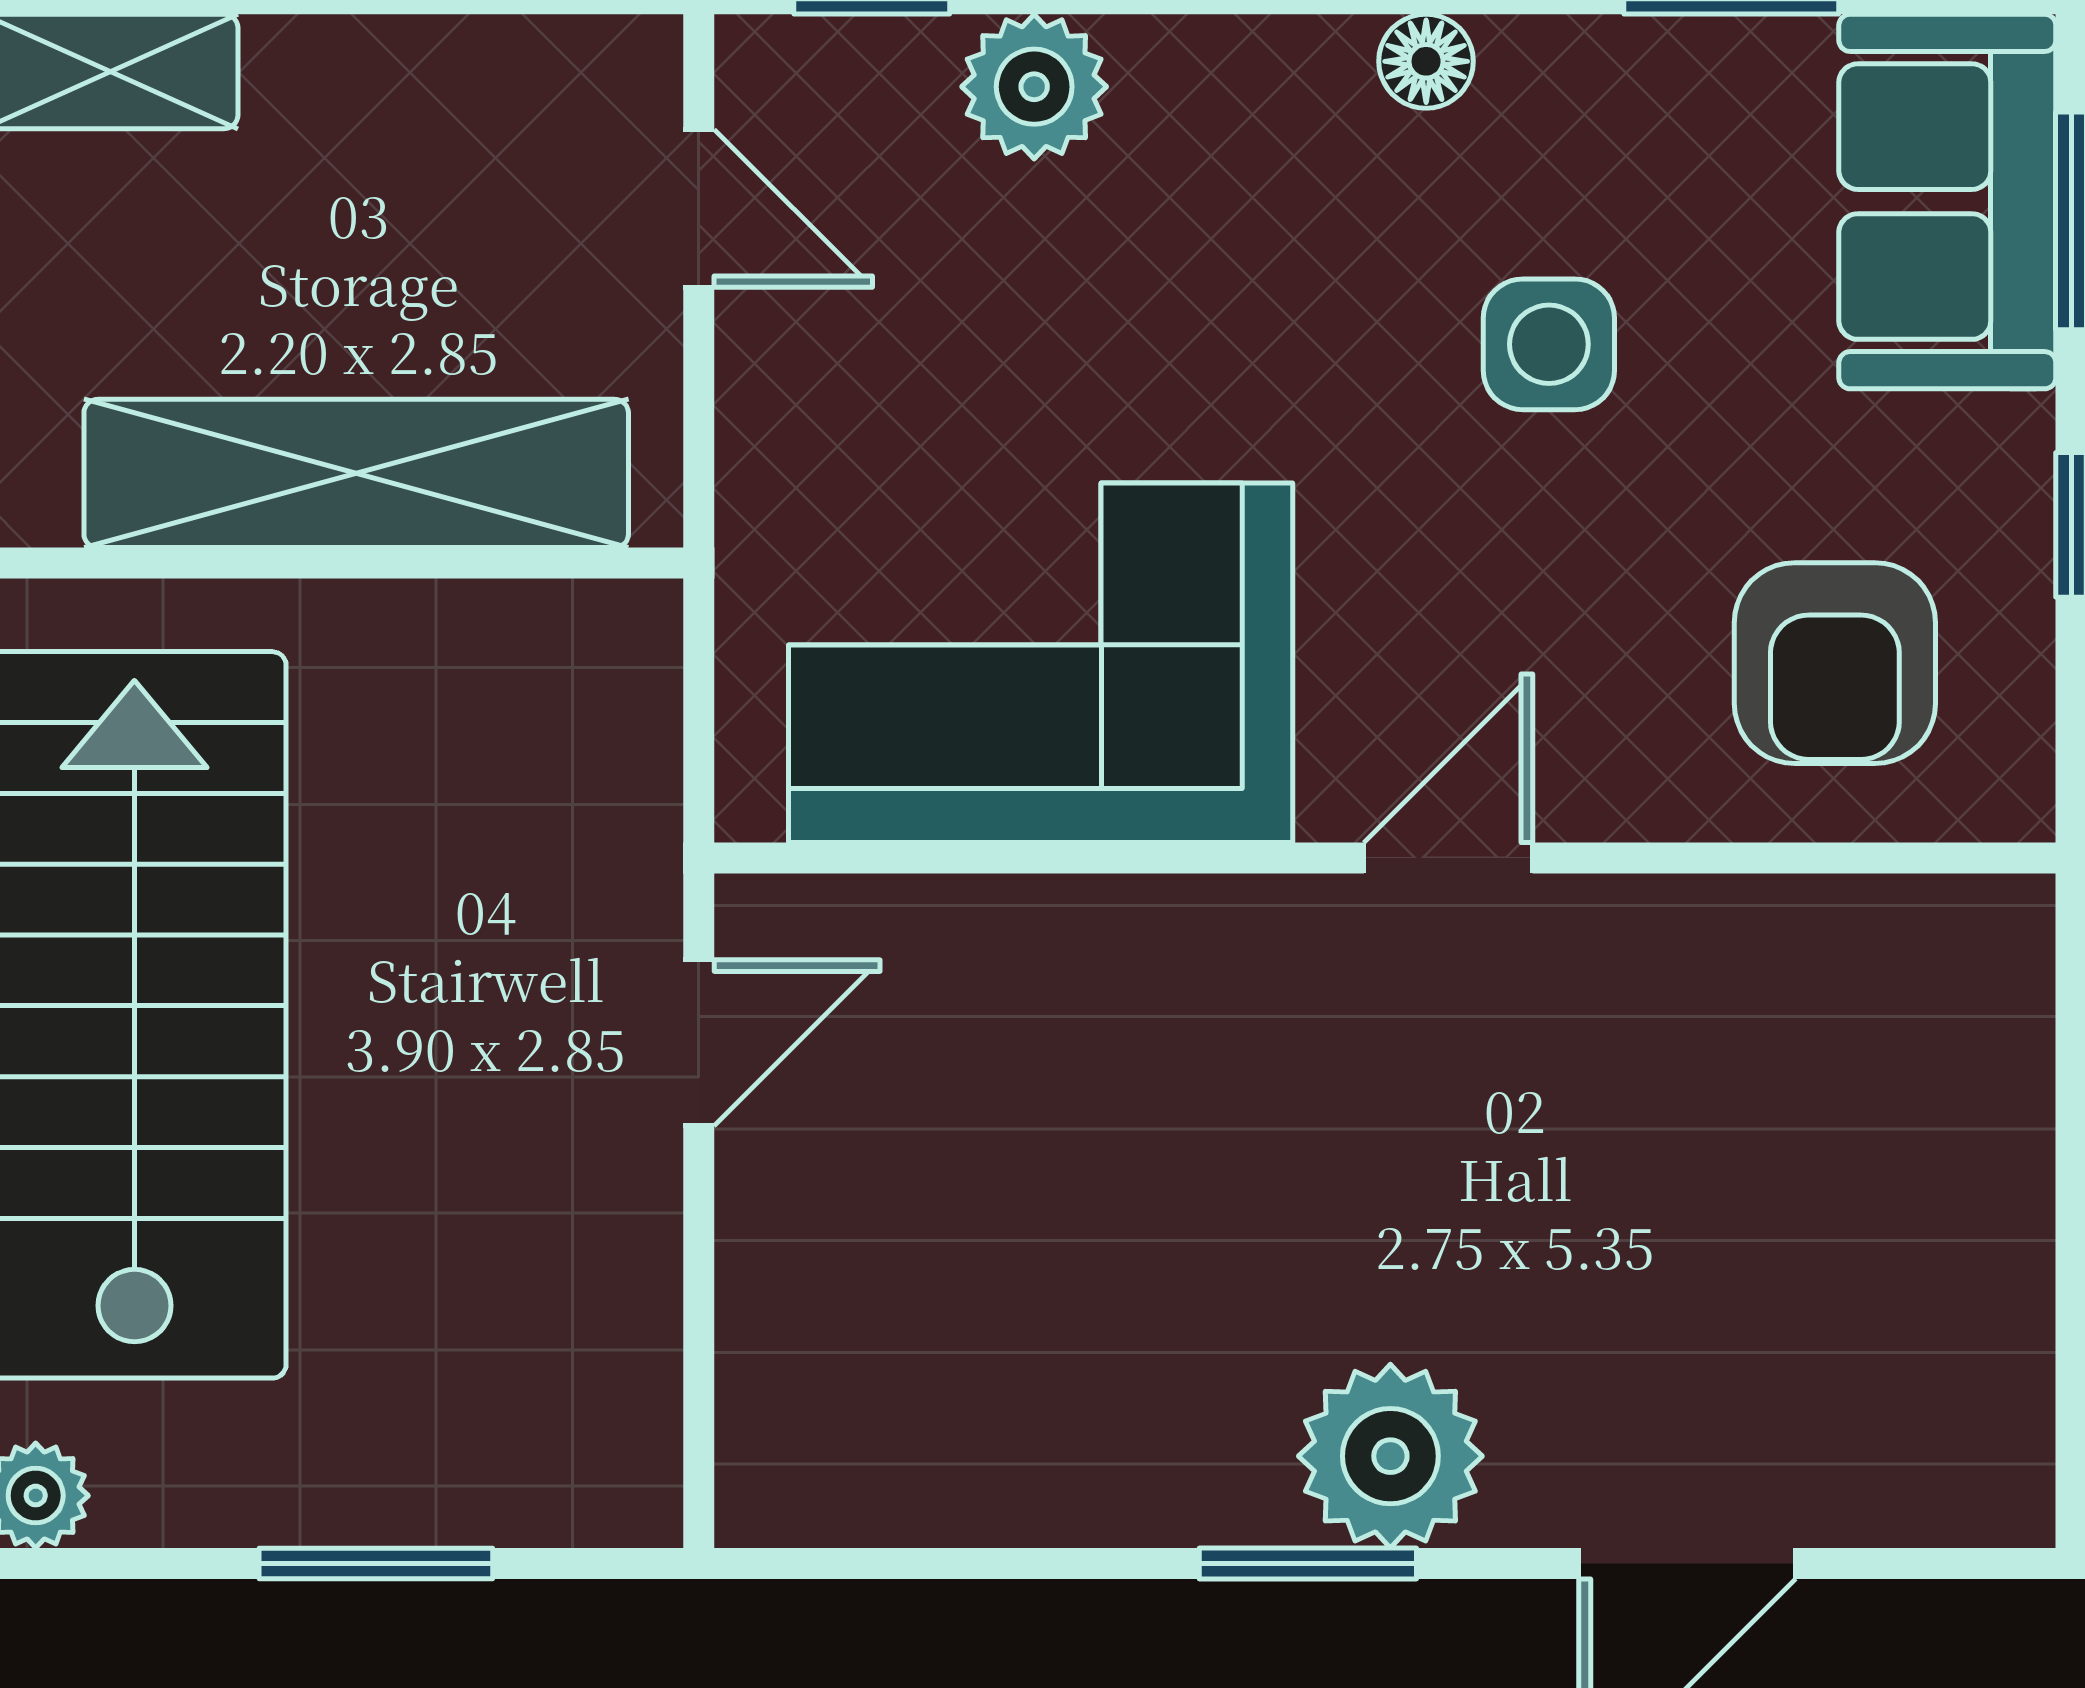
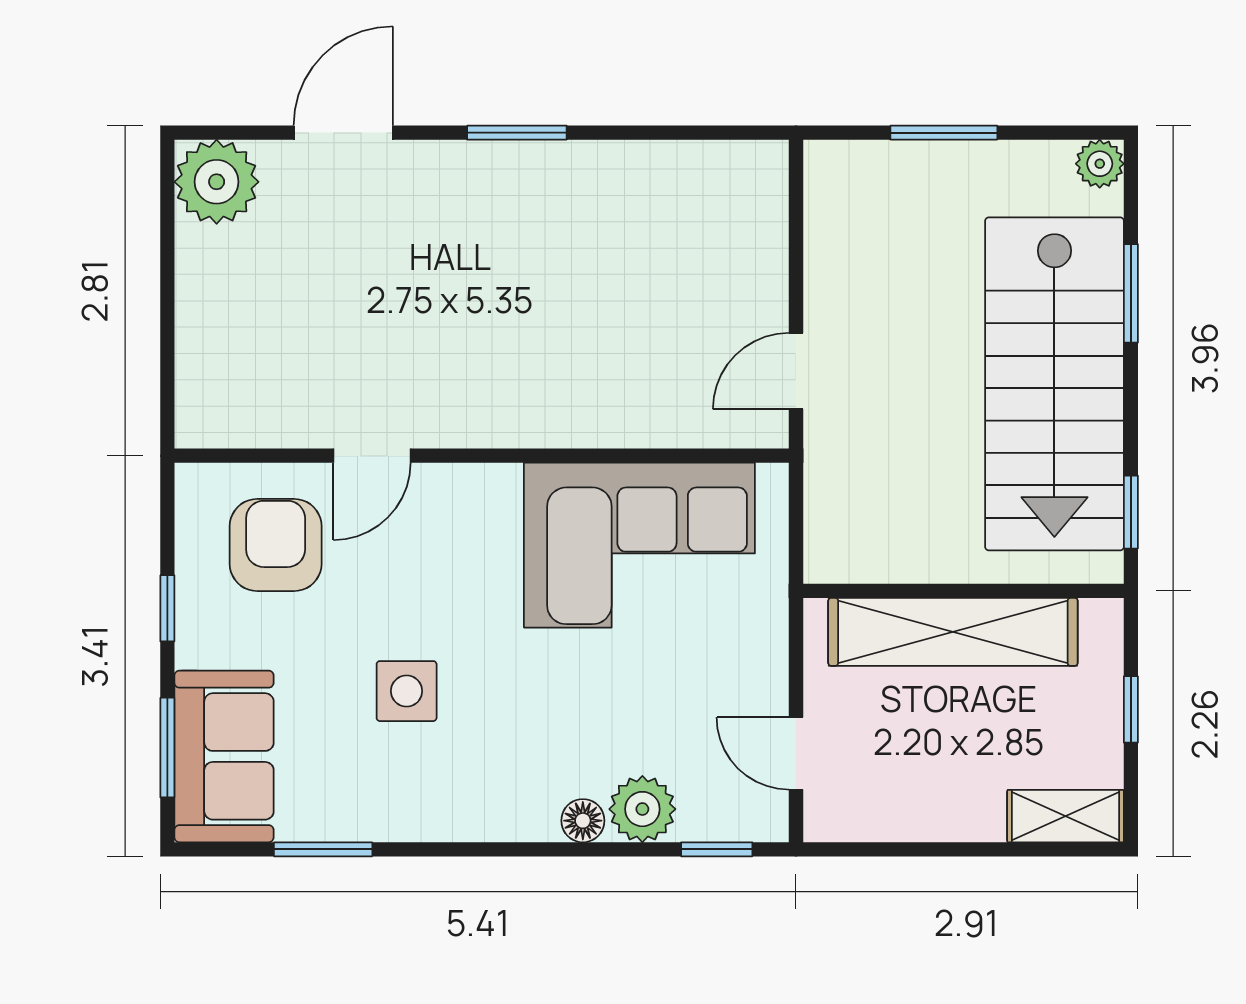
floor lamp: (1426, 61) -> (583, 821), moved
door: (1448, 858) -> (372, 456), moved
plant: (1390, 1456) -> (217, 182), moved

